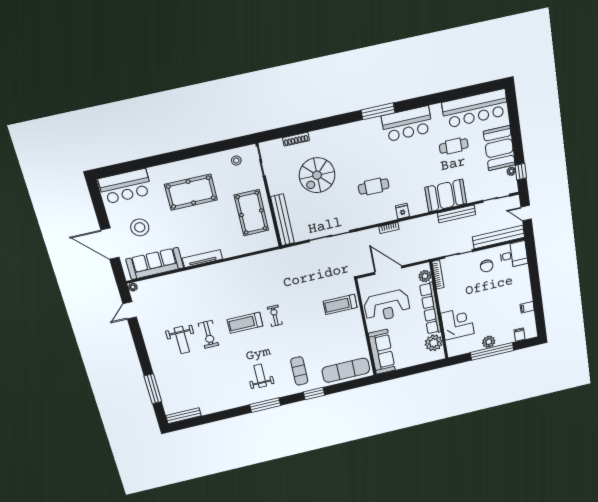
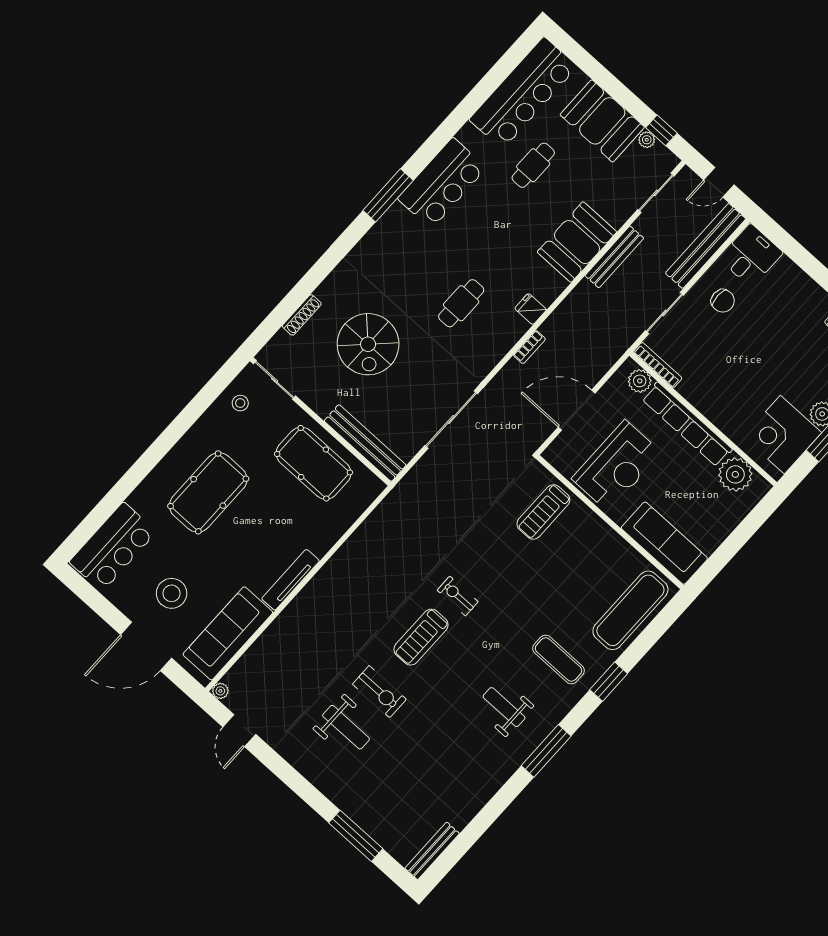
corner desk: (457, 323) -> (782, 435), moved, turned -90

